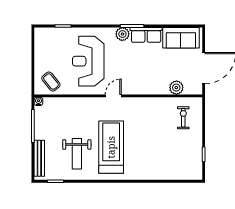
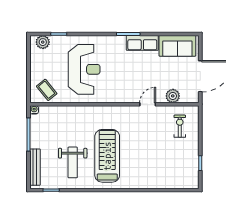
plant: (122, 34) -> (43, 42), moved
reception desk: (88, 61) -> (84, 69), turned 180
door: (113, 96) -> (148, 104), moved

